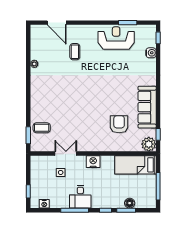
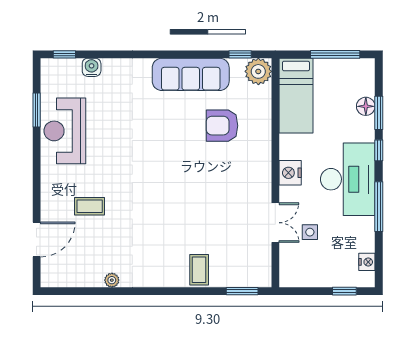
coffee table: (42, 128) -> (199, 270), moved
double door: (66, 154) -> (275, 223), swing flipped
desk: (80, 197) -> (348, 179), width x1.87, depth x1.30

